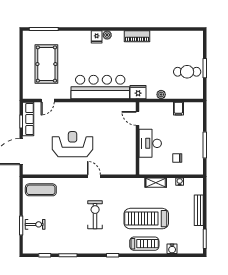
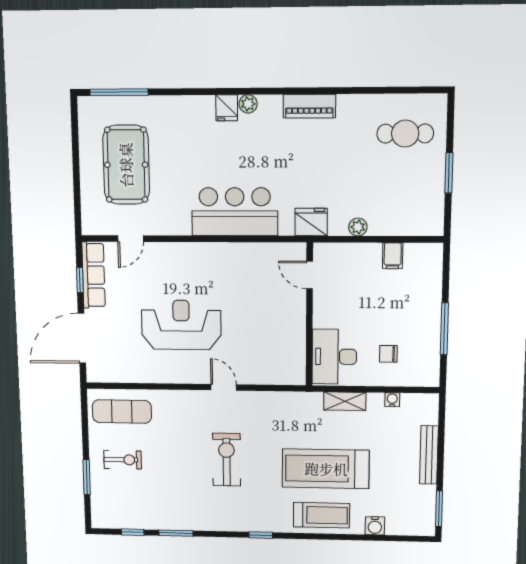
cafe table: (187, 72) -> (405, 134), moved
bar counter: (100, 87) -> (235, 212), width x0.73
desk: (150, 143) -> (334, 357), moved
exercise bike: (35, 224) -> (123, 460), moved

